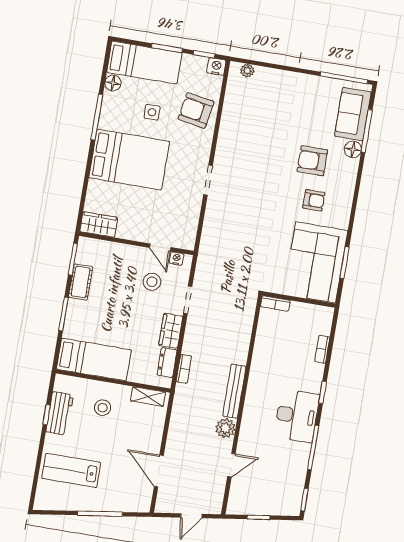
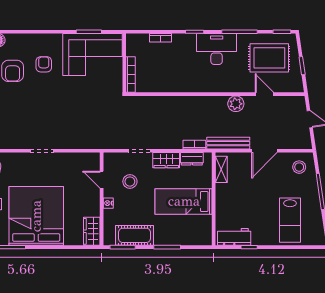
bed: (129, 160) -> (36, 216), width x1.36
door: (160, 247) -> (102, 180), swing flipped
nightstand: (177, 259) -> (108, 203), moved
cot: (81, 282) -> (135, 235), width x1.37, depth x1.34
bookcase: (275, 303) -> (131, 75), width x1.56
bed: (94, 359) -> (184, 201), moved, turned -90
bench: (234, 391) -> (228, 143), moved
stool: (103, 408) -> (299, 167), moved
workbench: (60, 413) -> (234, 237), moved
door: (159, 471) -> (264, 151), moved
rug: (275, 479) -> (269, 58), added

